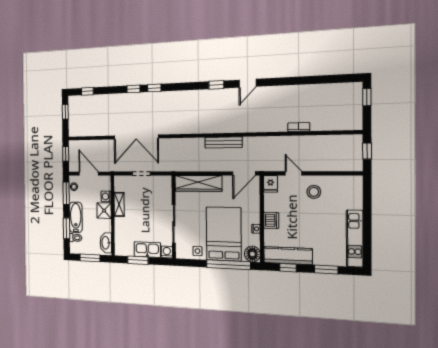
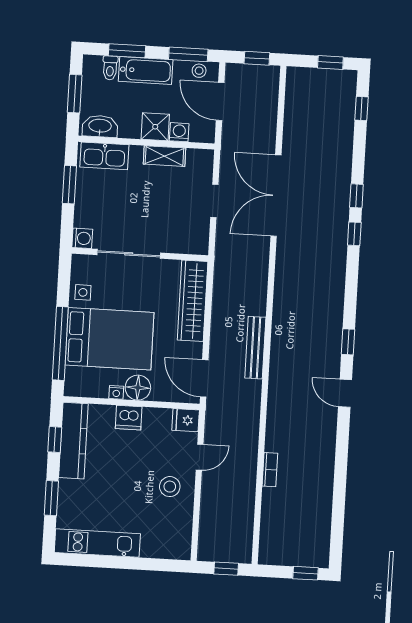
door: (89, 174) -> (220, 101), swing flipped
kitchen sink: (147, 250) -> (104, 156), moved, turned 90
floor lamp: (252, 254) -> (138, 388), moved

